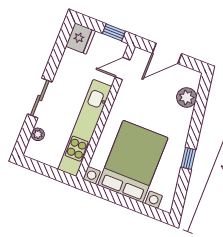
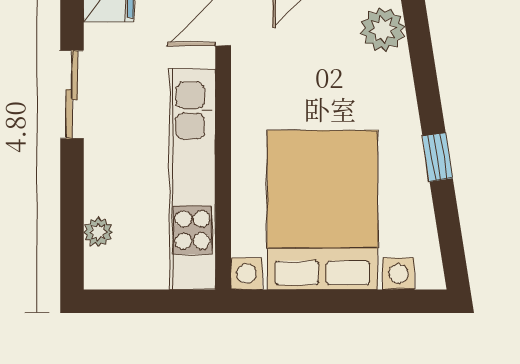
sliding door: (40, 98) -> (72, 94), moved

